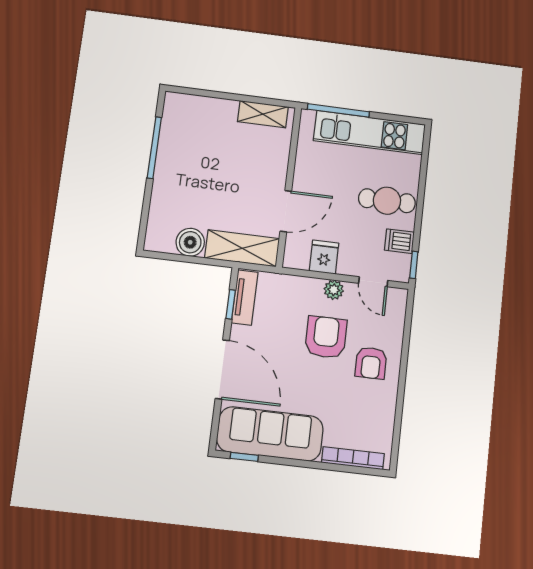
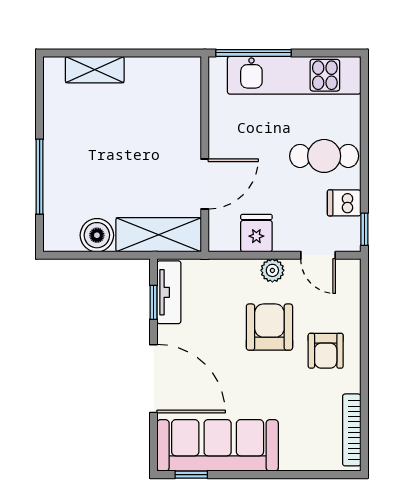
shelving: (263, 114) -> (95, 70), moved
window: (154, 148) -> (40, 177), moved
bookcase: (353, 458) -> (352, 430), moved, turned -90

